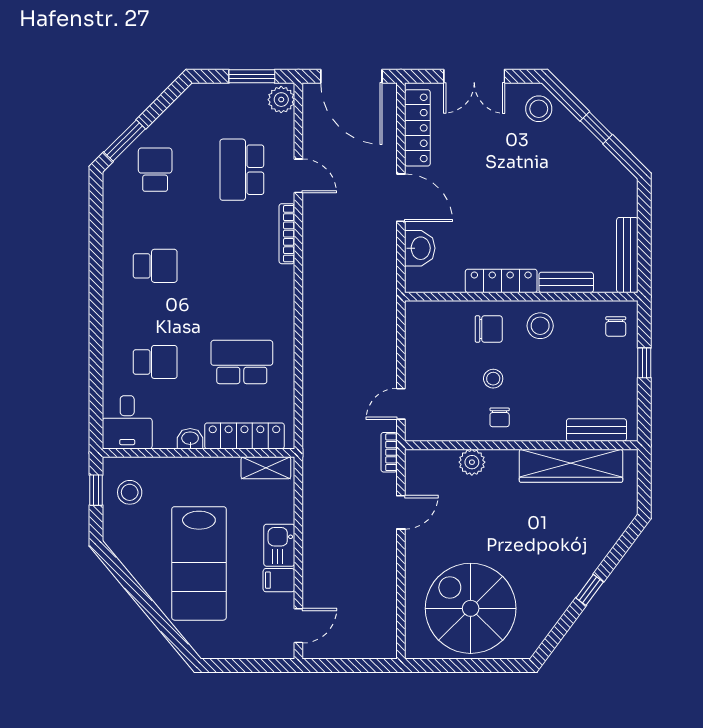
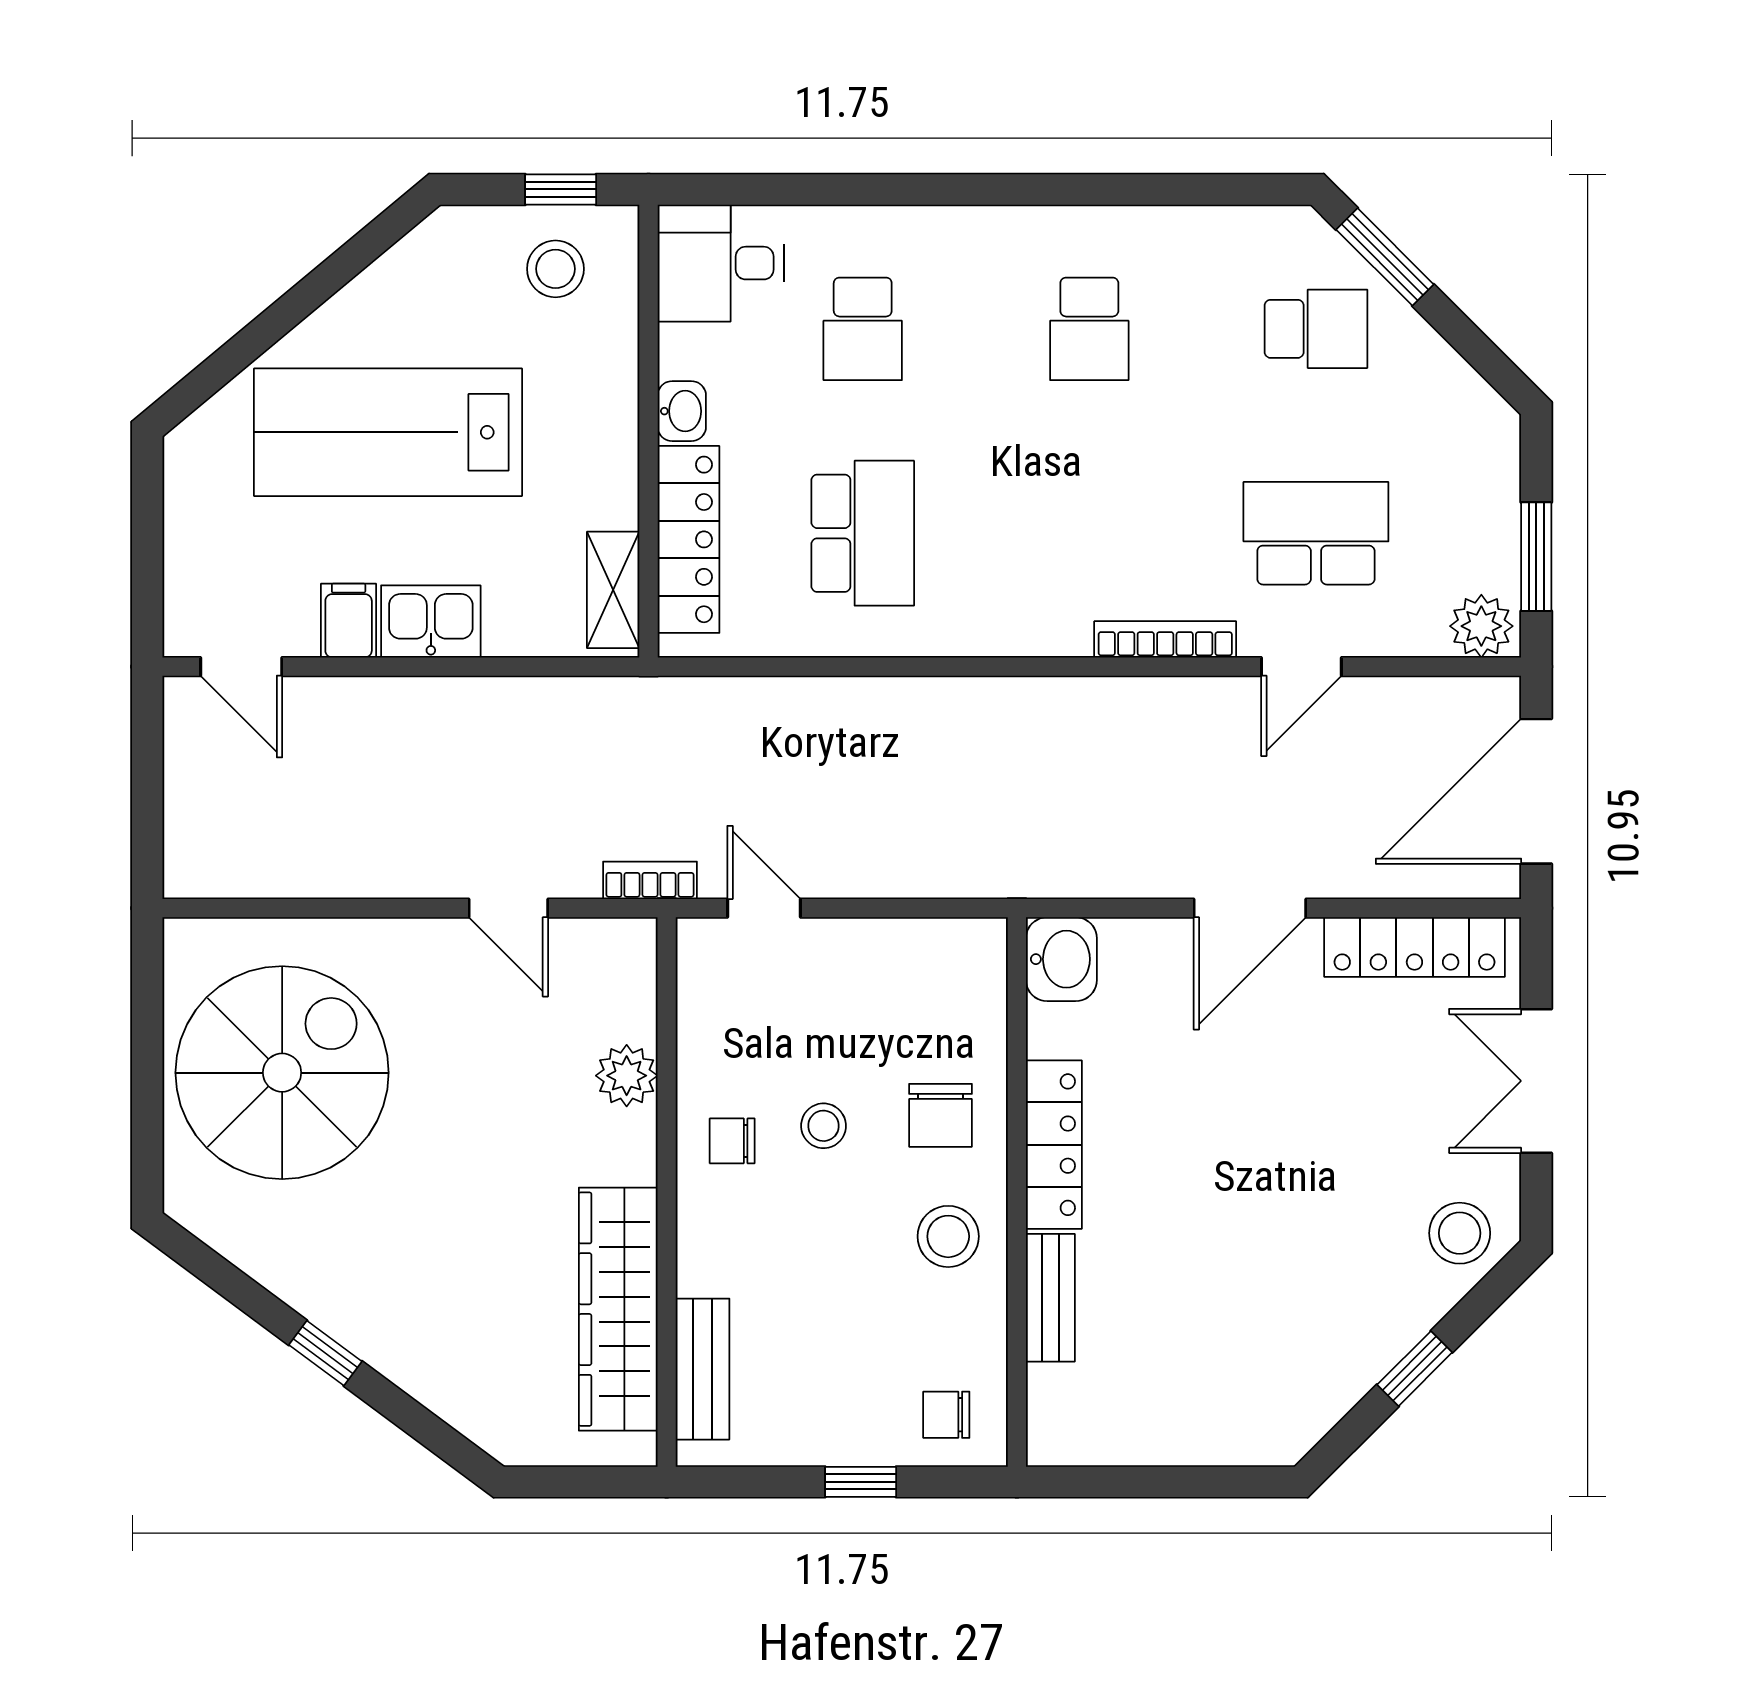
washbasin: (420, 248) -> (1061, 959), moved, turned -90
bench: (627, 255) -> (1115, 1442), removed

